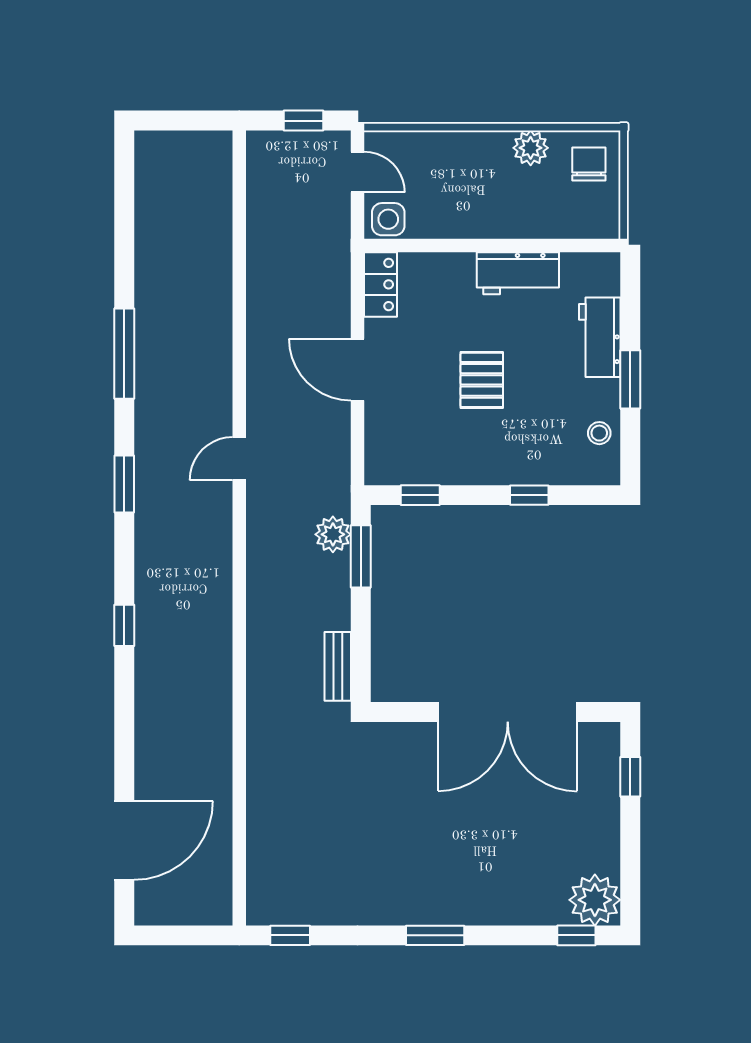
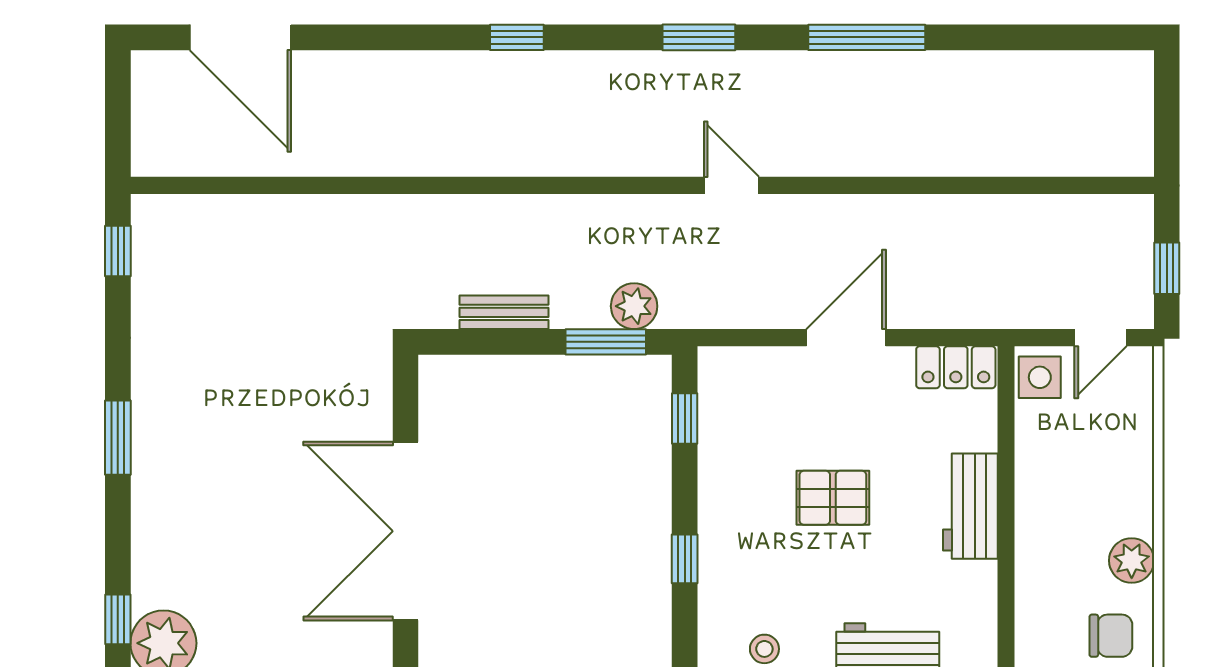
workbench: (518, 273) -> (970, 506), moved
bench: (338, 666) -> (504, 312), moved

